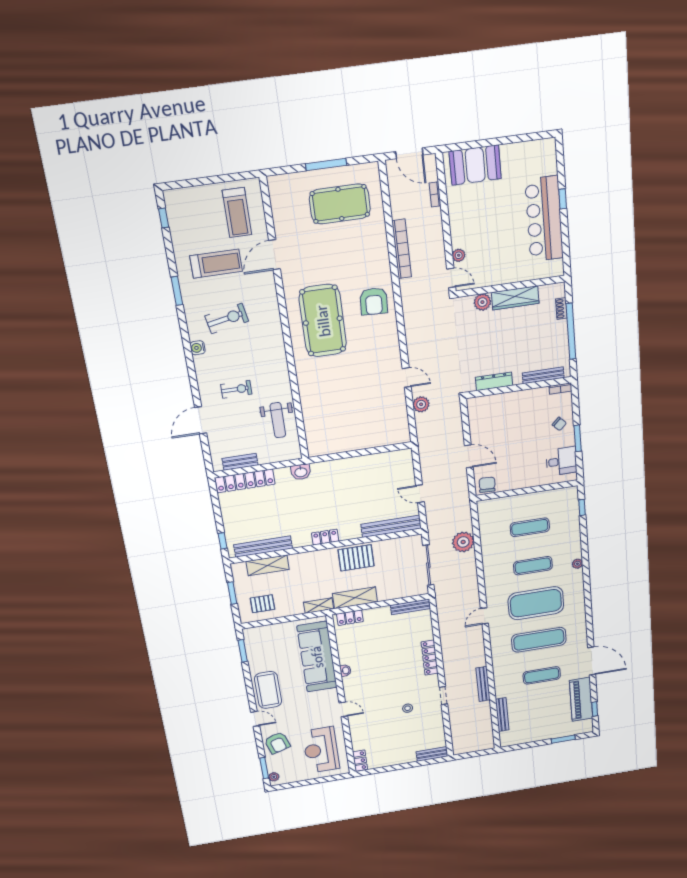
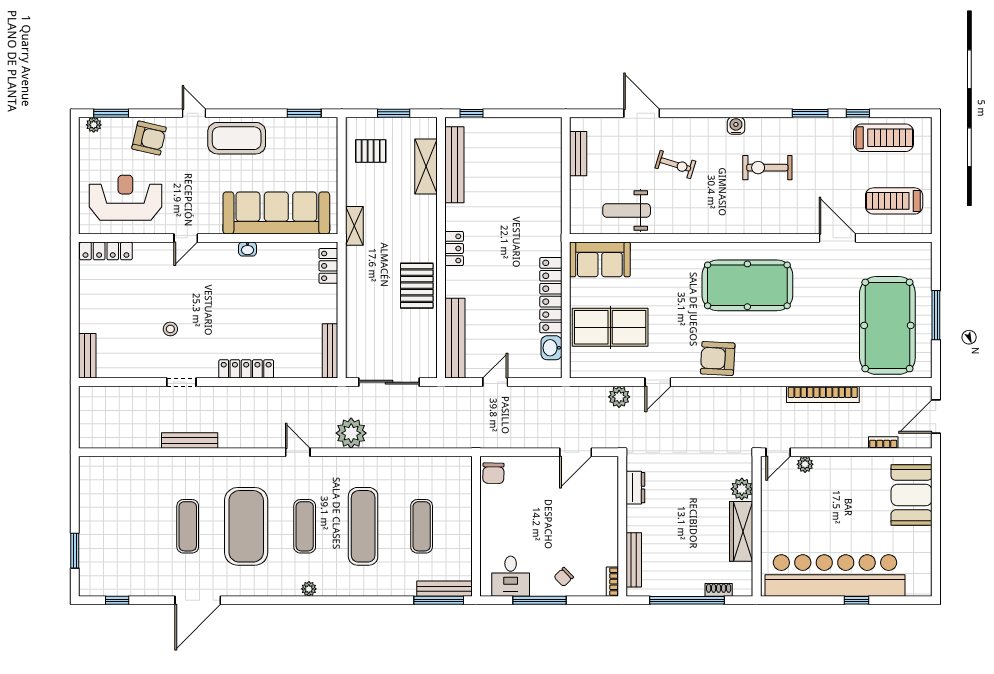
pool table: (340, 204) -> (887, 325), width x1.36, depth x1.32
window: (164, 218) -> (858, 113), moved
bar counter: (544, 219) -> (835, 576), width x1.36
treadmill: (216, 264) -> (884, 138), moved, turned -90
armchair: (374, 301) -> (718, 358), moved
exercise bike: (227, 319) -> (767, 168), turned 101
dresser: (494, 381) -> (635, 488), width x0.70
exercise bike: (236, 389) -> (675, 165), turned -73
table tennis table: (369, 419) -> (610, 327), added
sofa: (318, 434) -> (600, 259), added
window: (578, 438) -> (540, 600), width x1.44
door: (469, 456) -> (576, 452), moved
washbasin: (301, 472) -> (551, 348), moved
locker: (245, 481) -> (551, 295), moved
chair: (487, 485) -> (493, 473), turned 88
window: (582, 507) -> (439, 600), width x2.17
plant: (463, 542) -> (351, 433), moved
plant: (577, 564) -> (309, 589), moved
exercise mat: (533, 566) -> (363, 526), width x1.36, depth x1.45
shelving: (355, 598) -> (357, 277), removed
exercise mat: (536, 603) -> (305, 526), width x0.50, depth x0.69
pallet: (262, 604) -> (371, 151), turned 90
exercise mat: (539, 640) -> (246, 526), width x1.47
piano: (581, 699) -> (137, 581), removed
bench: (502, 715) -> (445, 589), moved
door: (255, 719) -> (194, 113), swing flipped
armchair: (277, 743) -> (149, 138), turned -150
locker: (360, 761) -> (106, 251), width x1.53

